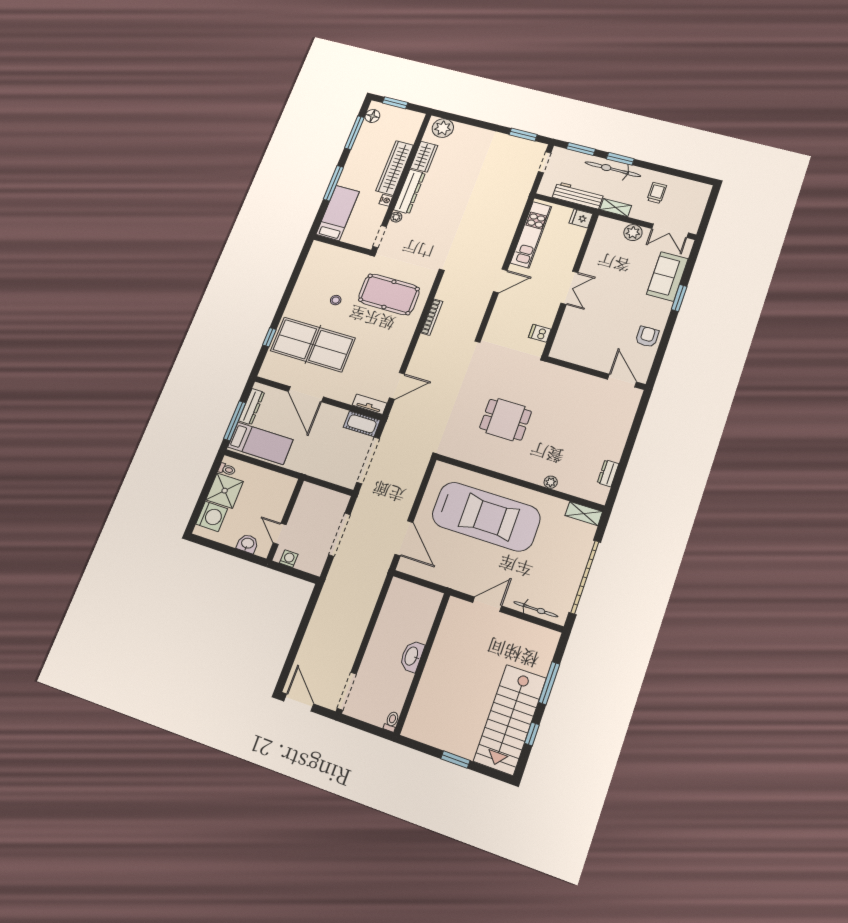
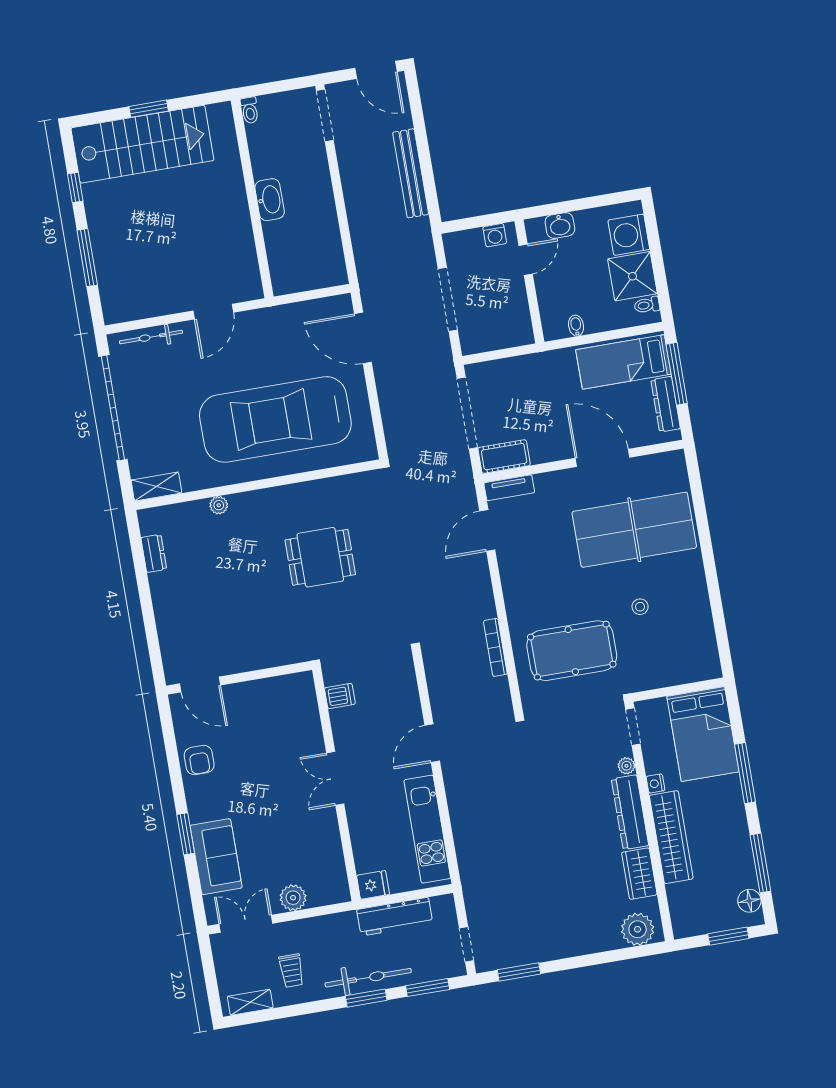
shelving: (616, 208) -> (250, 1002), moved
bed: (338, 213) -> (703, 734), width x1.50
window: (269, 337) -> (700, 510), removed
bidet: (274, 479) -> (576, 326), added
door: (280, 534) -> (526, 260), hinge flipped
bench: (316, 625) -> (411, 173), added
stairs: (510, 720) -> (142, 144), moved, turned 90

